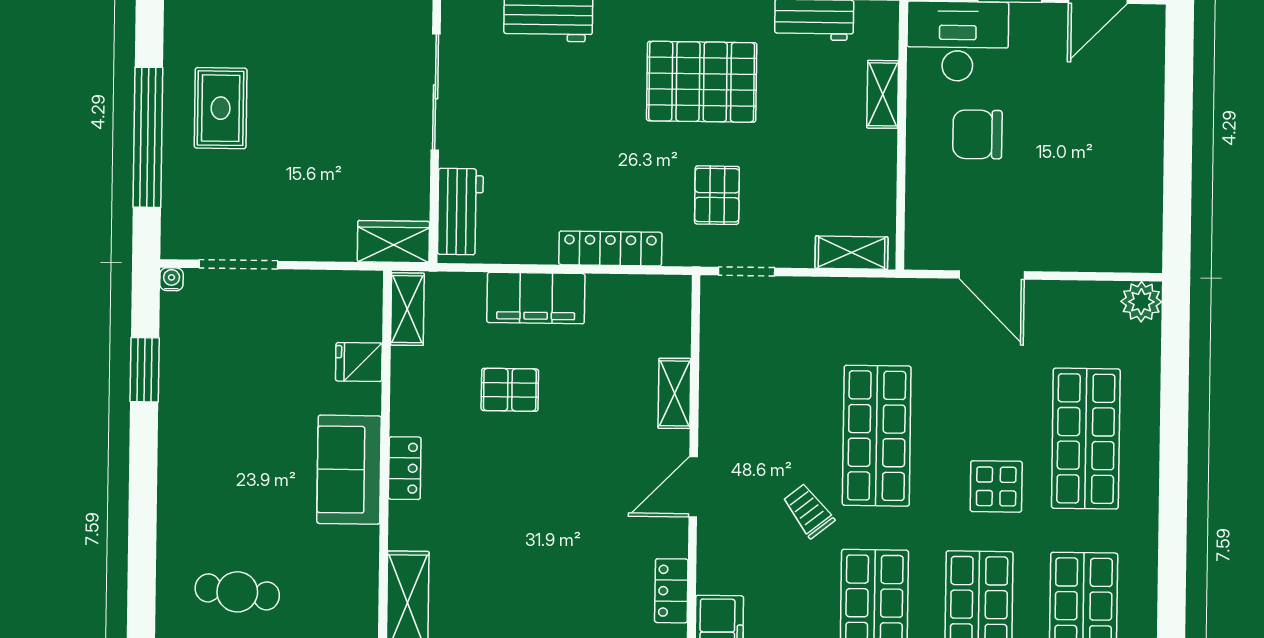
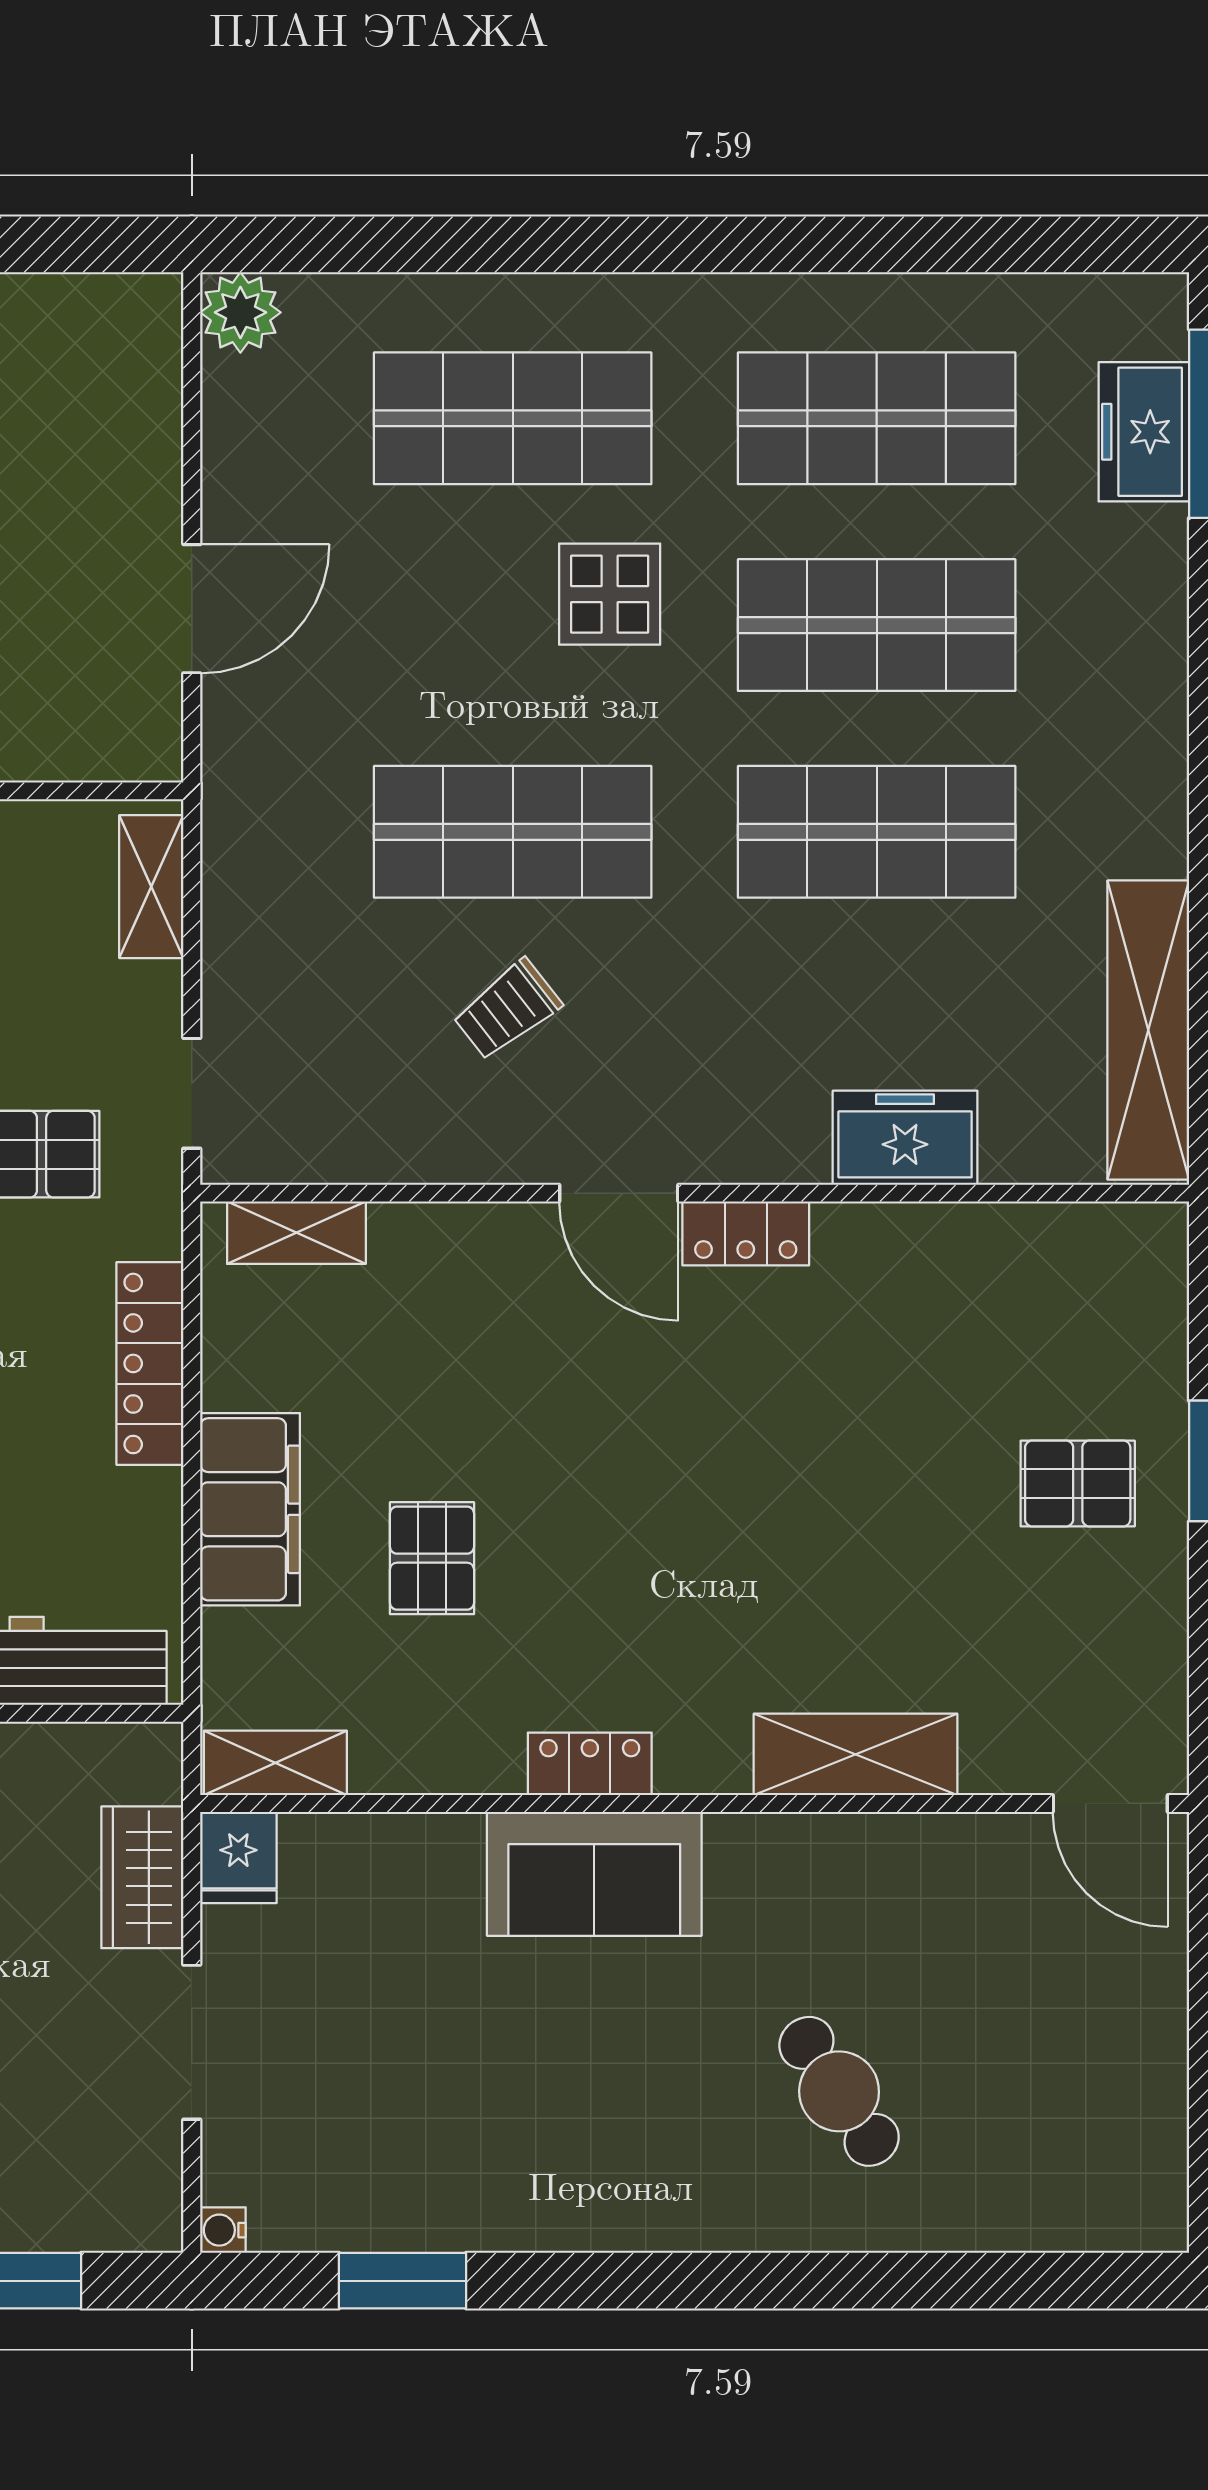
wardrobe: (393, 242) -> (142, 1877), moved
doorway: (239, 264) -> (192, 2042), moved
fridge: (359, 362) -> (238, 1857), moved
shelving: (674, 393) -> (296, 1233), moved
trolley: (808, 511) -> (507, 1010), moved
locker: (671, 591) -> (746, 1233), moved
cafe table: (237, 592) -> (839, 2091), turned -41

